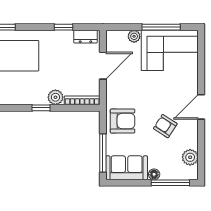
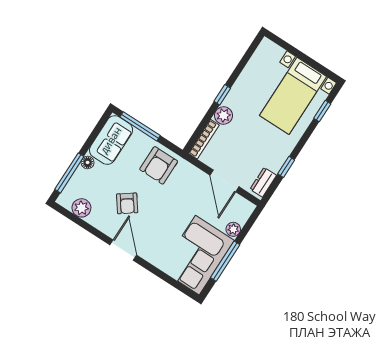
armchair: (165, 126) -> (127, 203), turned 111

